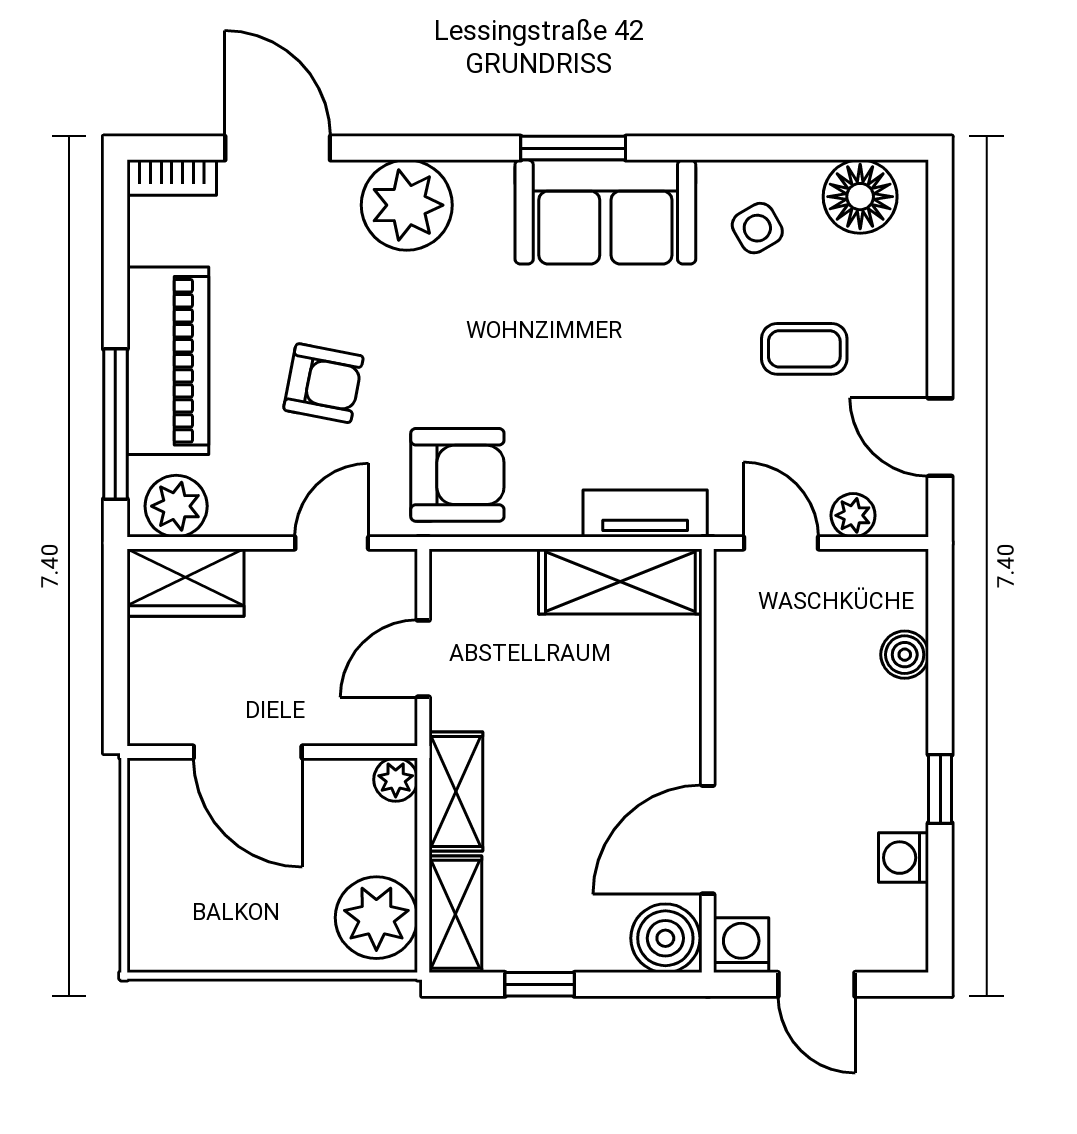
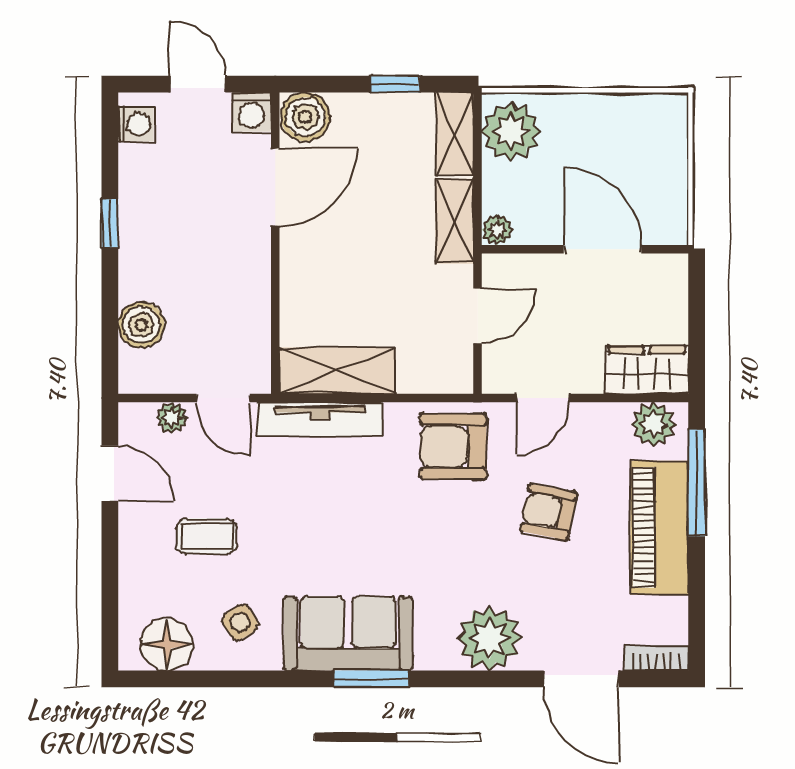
tv unit: (645, 513) -> (320, 419), width x1.41
boiler: (905, 655) -> (141, 325), width x1.36, depth x1.36
washing machine: (904, 858) -> (136, 124), moved

